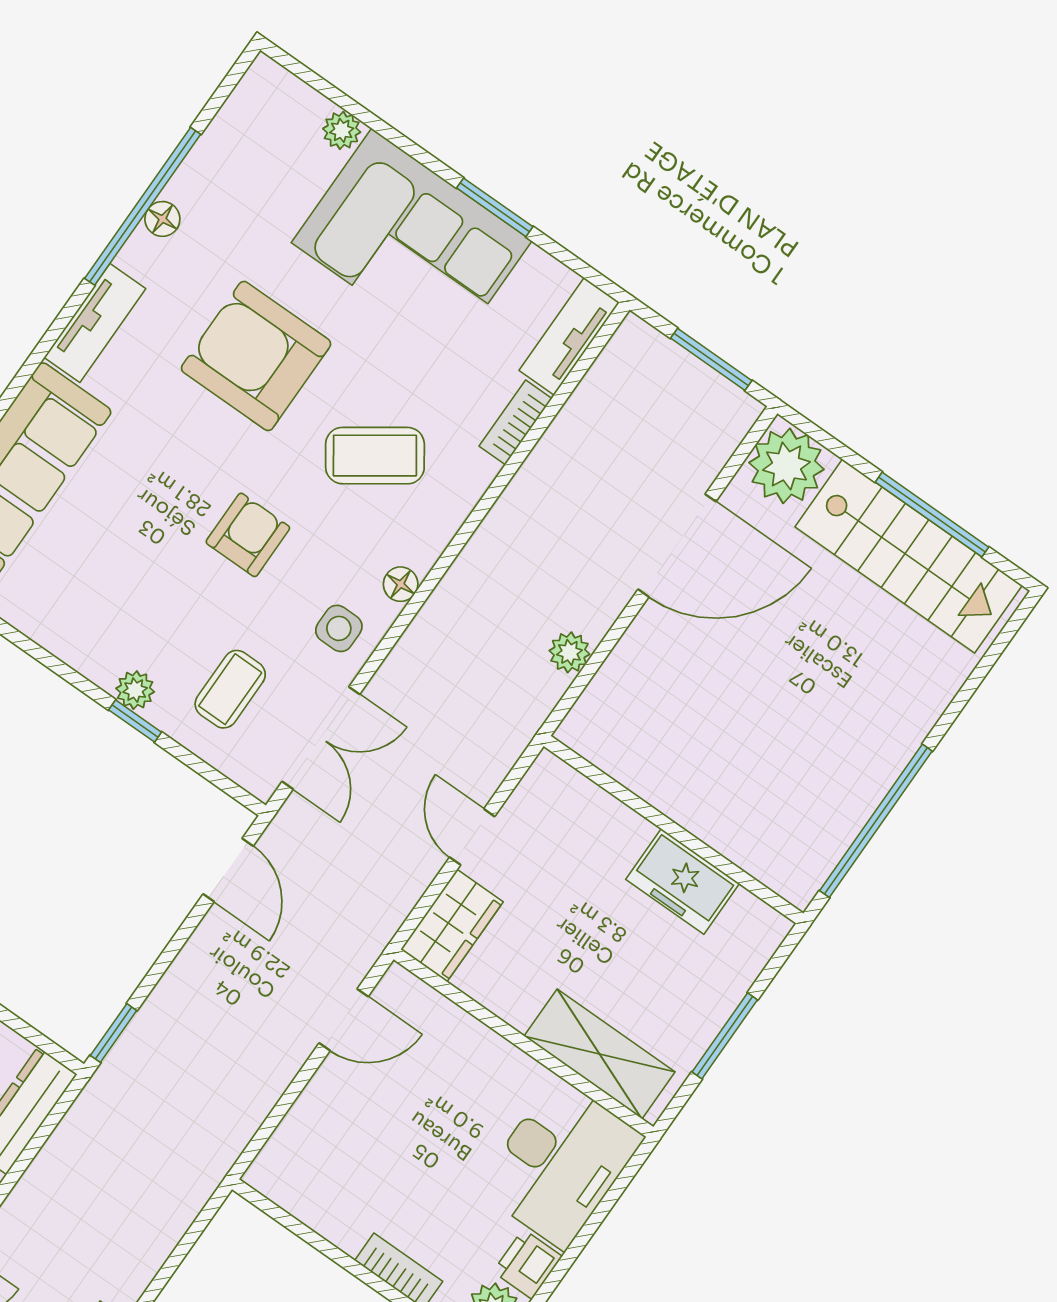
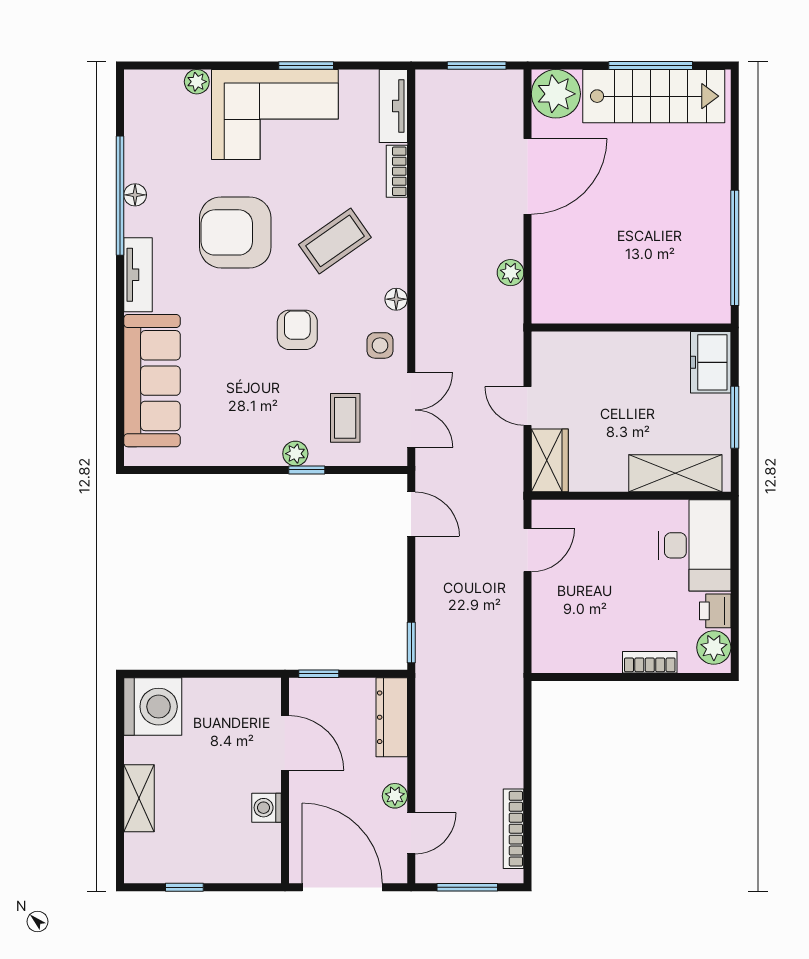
freezer: (683, 881) -> (711, 362), moved, turned 90

